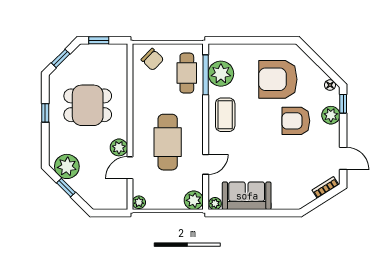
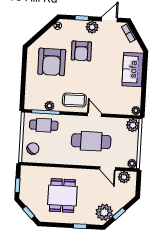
plant: (221, 74) -> (49, 106), width x0.53, depth x0.53
window: (343, 104) -> (82, 18), moved
window: (45, 113) -> (80, 226), moved
plant: (331, 115) -> (92, 27), moved
plant: (119, 147) -> (124, 177), moved
door: (206, 164) -> (94, 115), moved
sofa: (247, 196) -> (133, 69), moved

